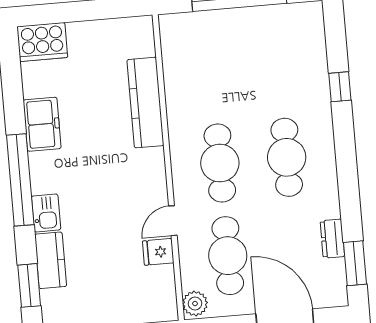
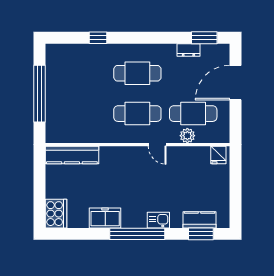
kitchen counter: (145, 103) -> (72, 155), moved
door: (173, 221) -> (157, 145), moved
fridge: (158, 252) -> (218, 155), moved
kitchen counter: (51, 260) -> (200, 220), moved
plant: (195, 304) -> (187, 136), moved

